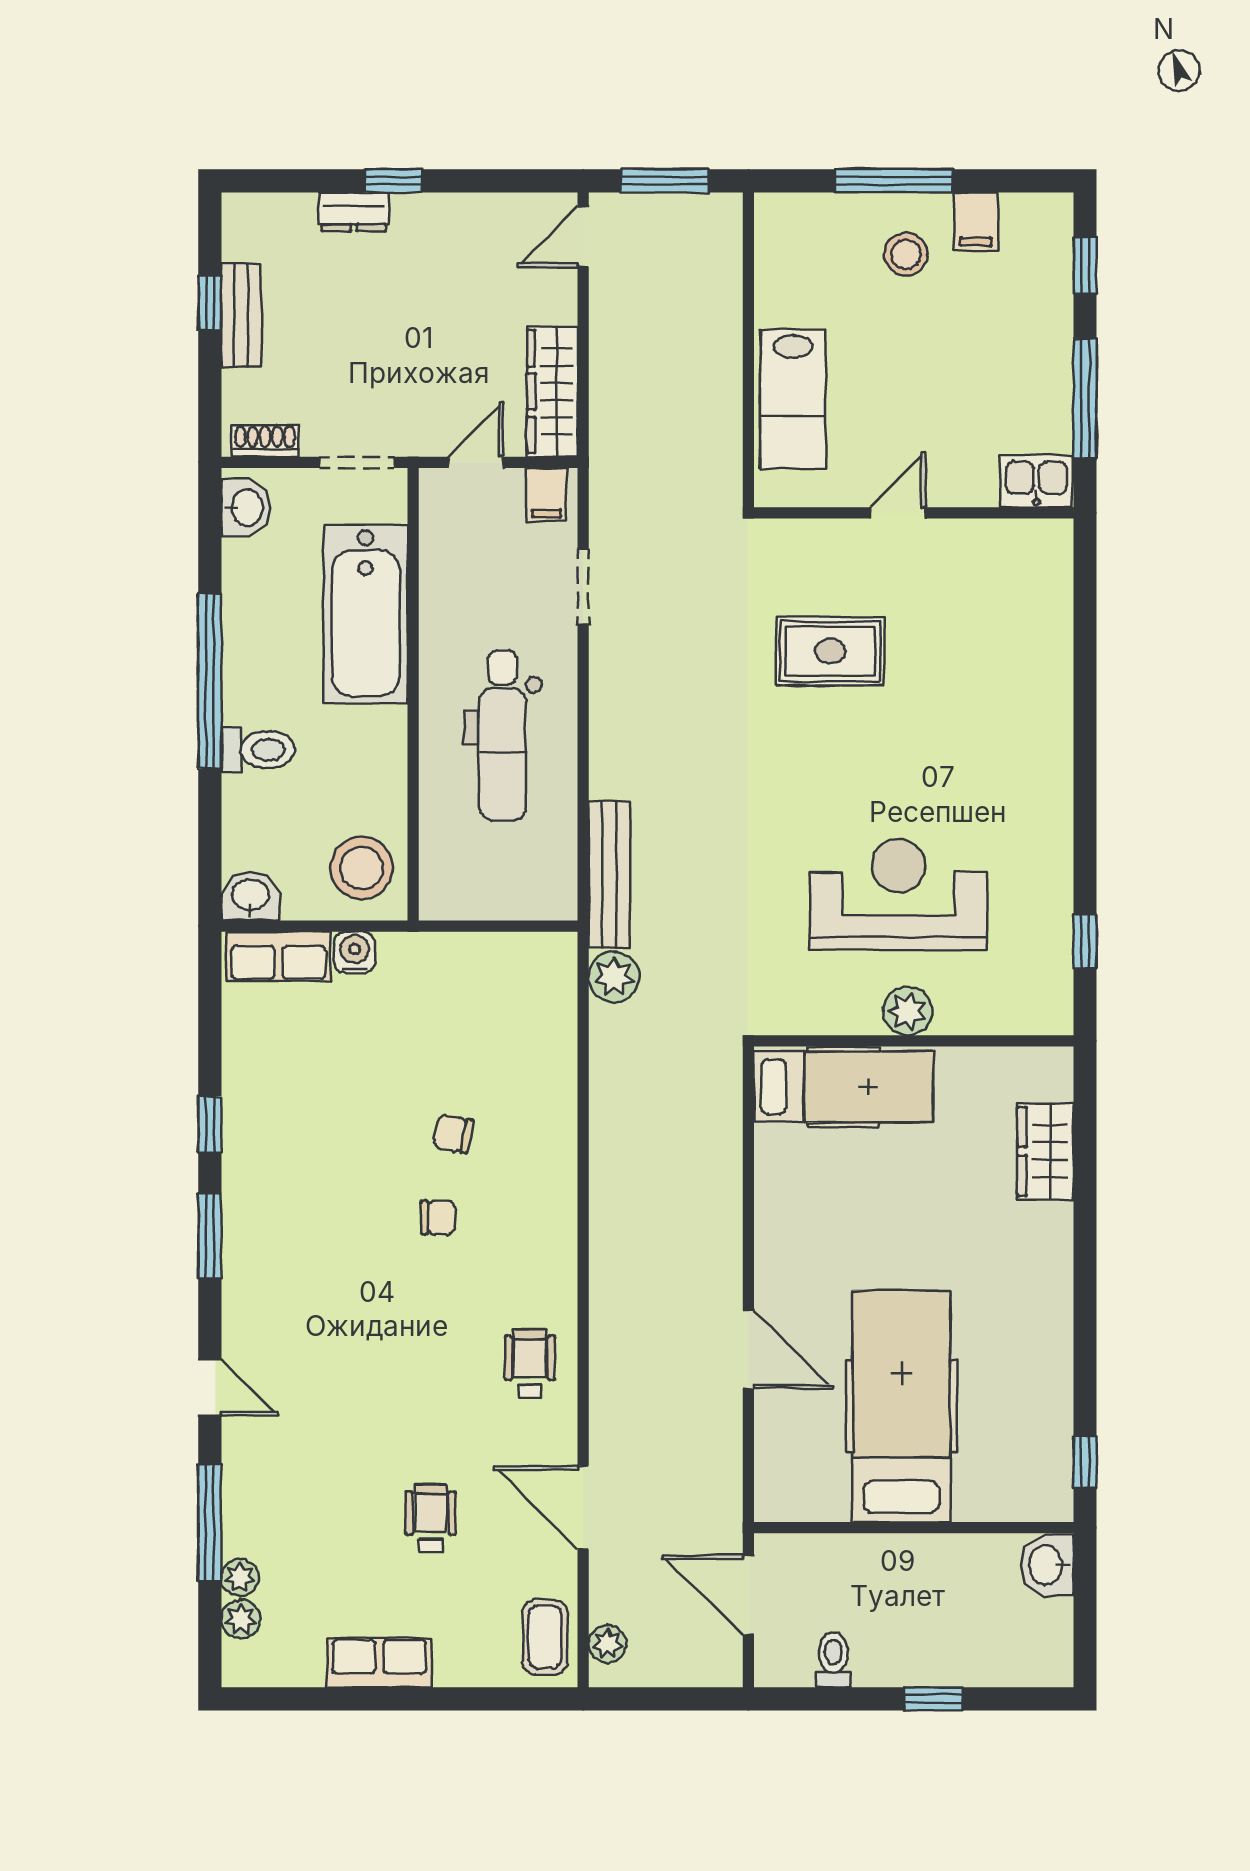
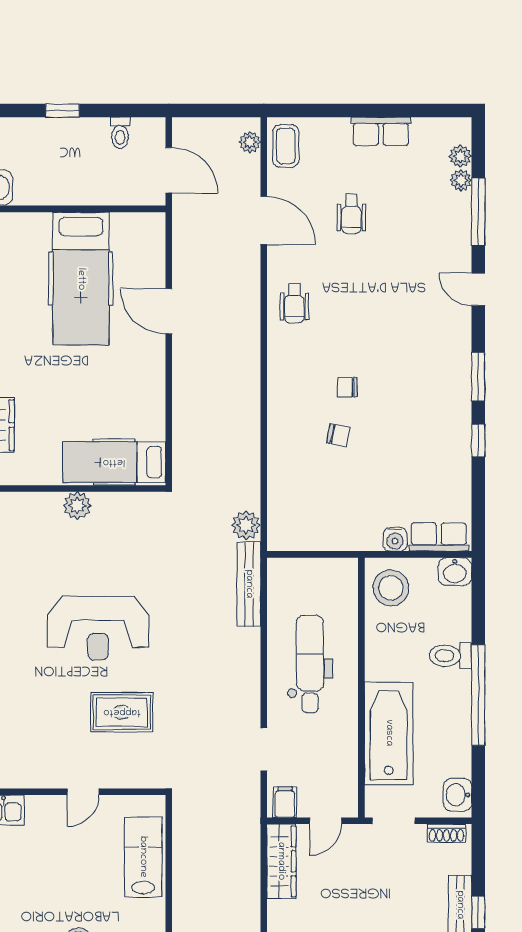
reception desk: (898, 895) -> (98, 628), moved

